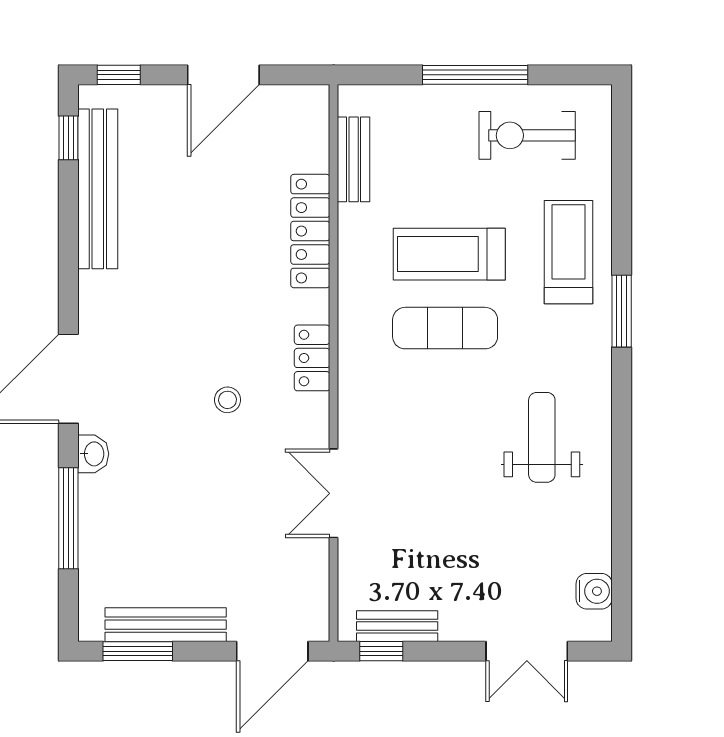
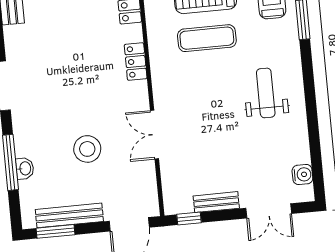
stool: (228, 400) -> (87, 149), moved, width x1.89, depth x1.89
washbasin: (93, 454) -> (25, 168), moved
bench: (397, 626) -> (216, 202), moved

